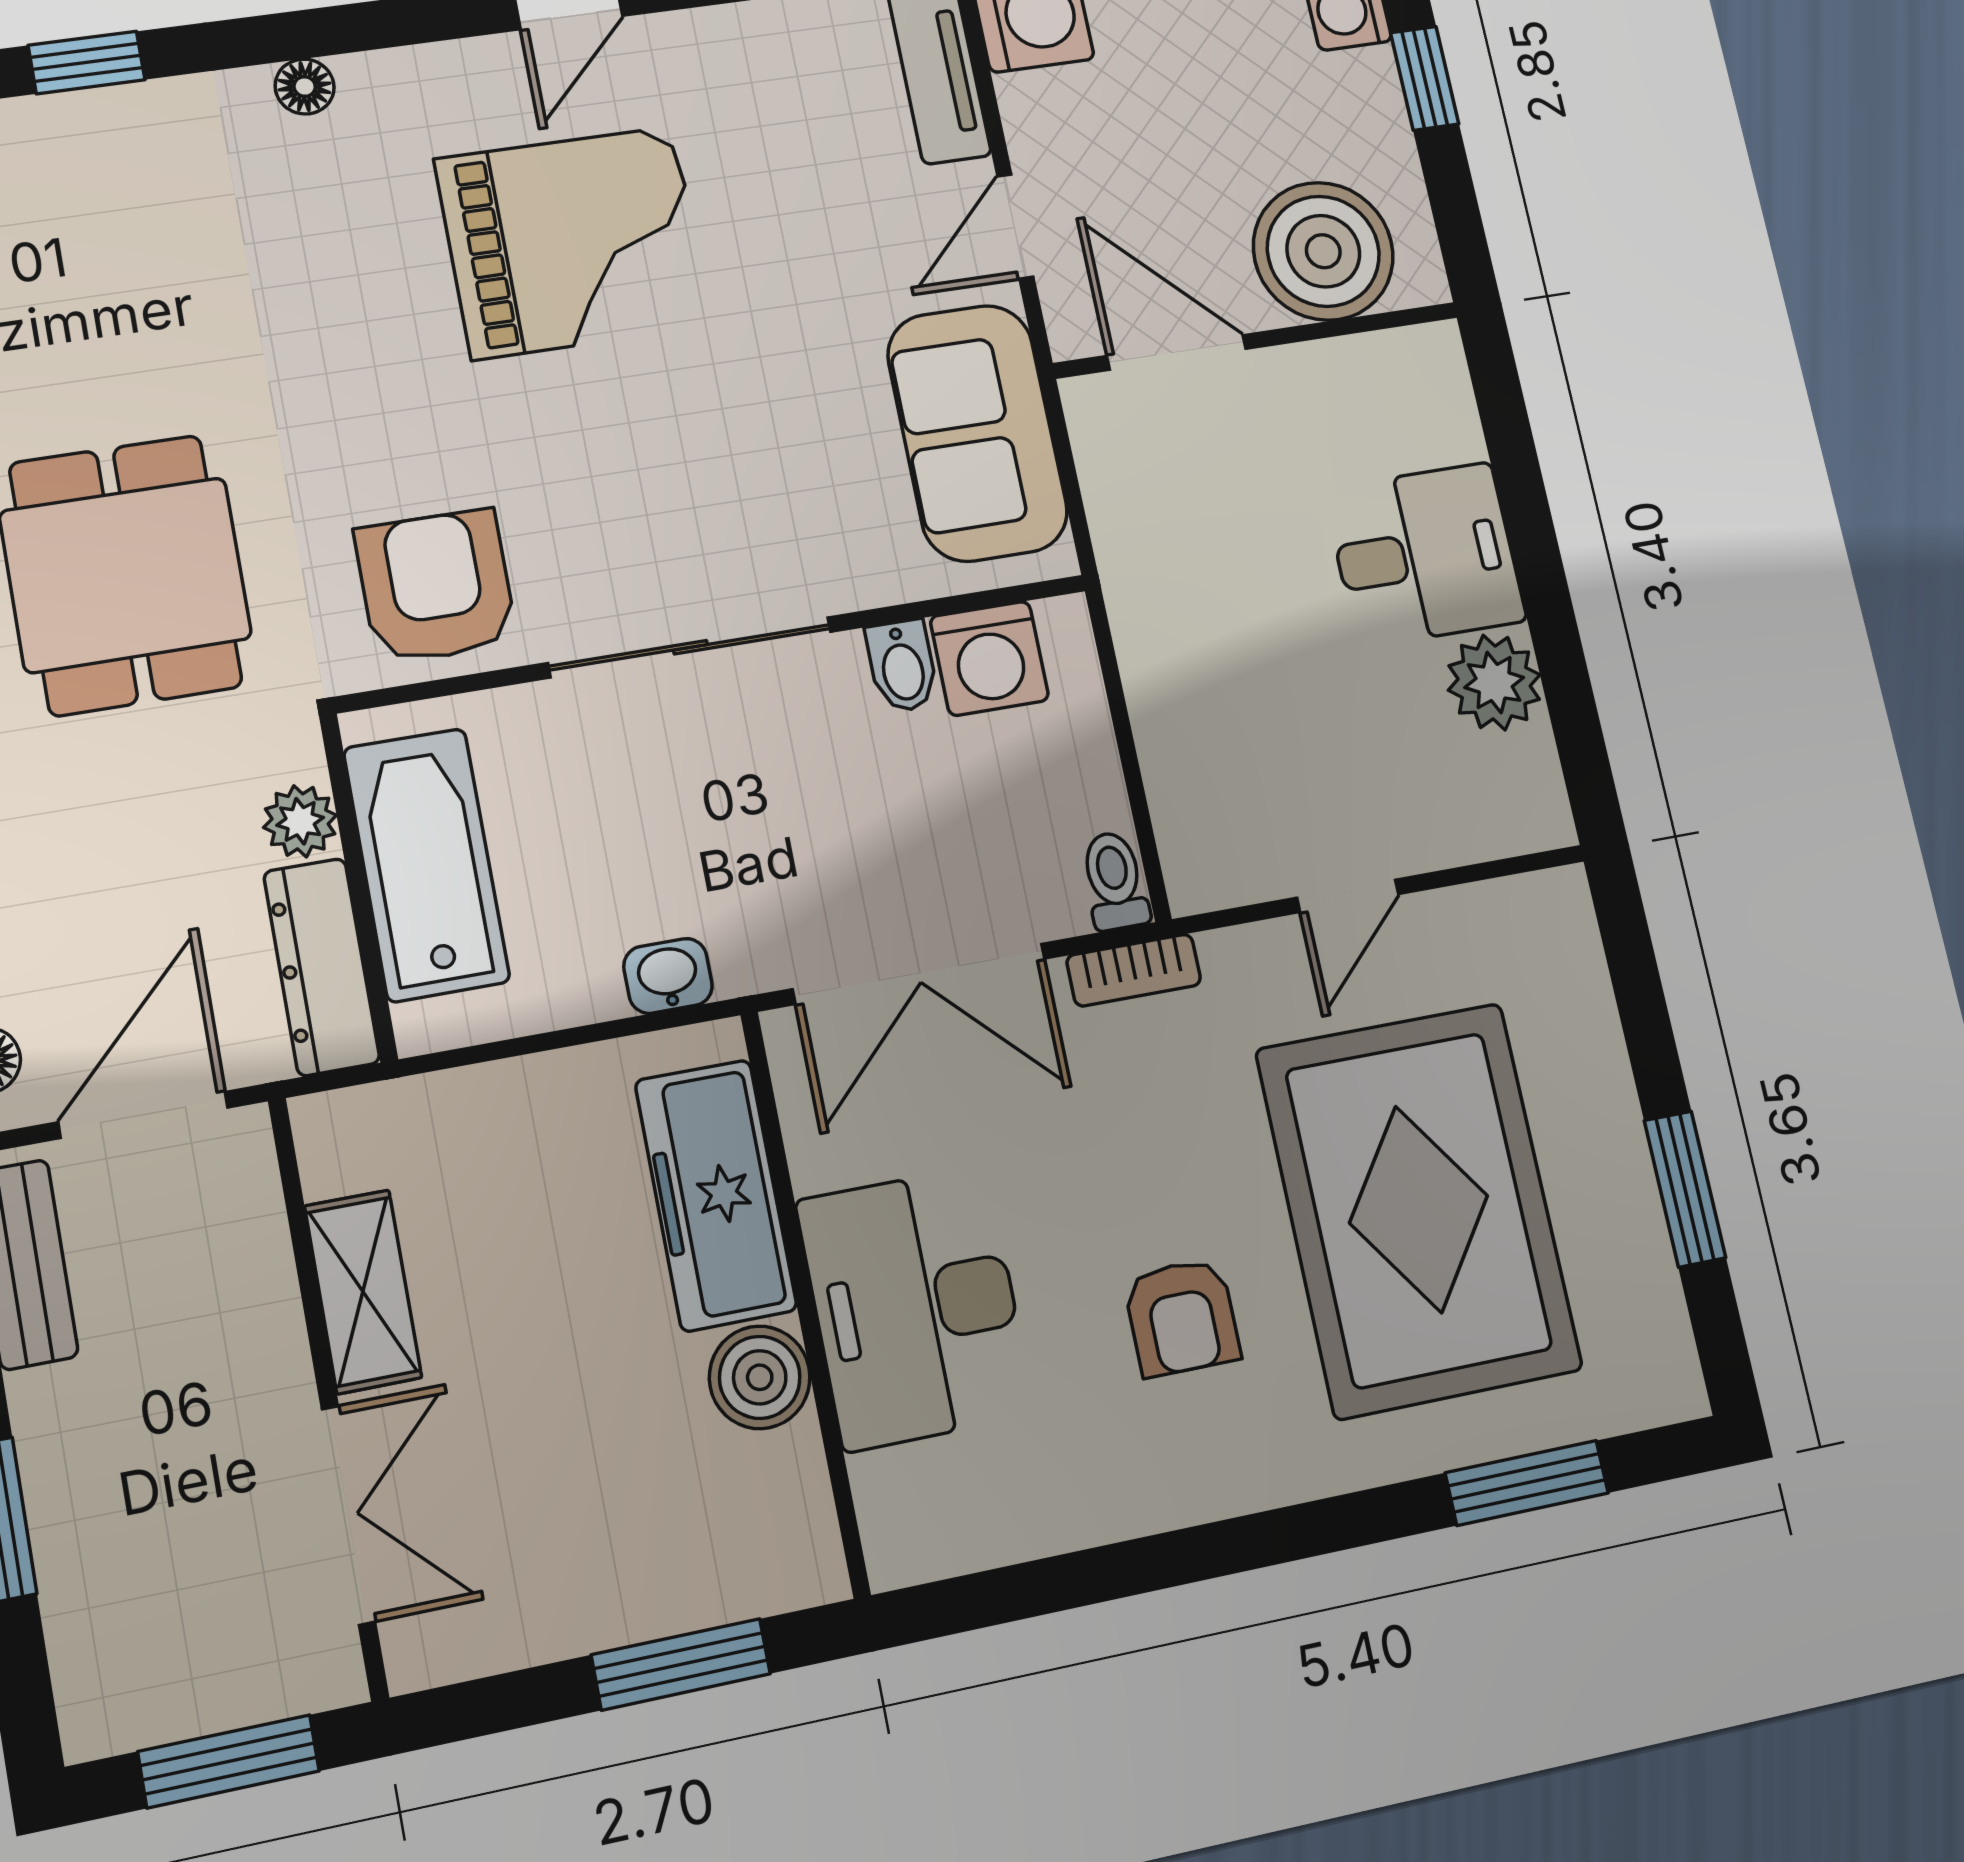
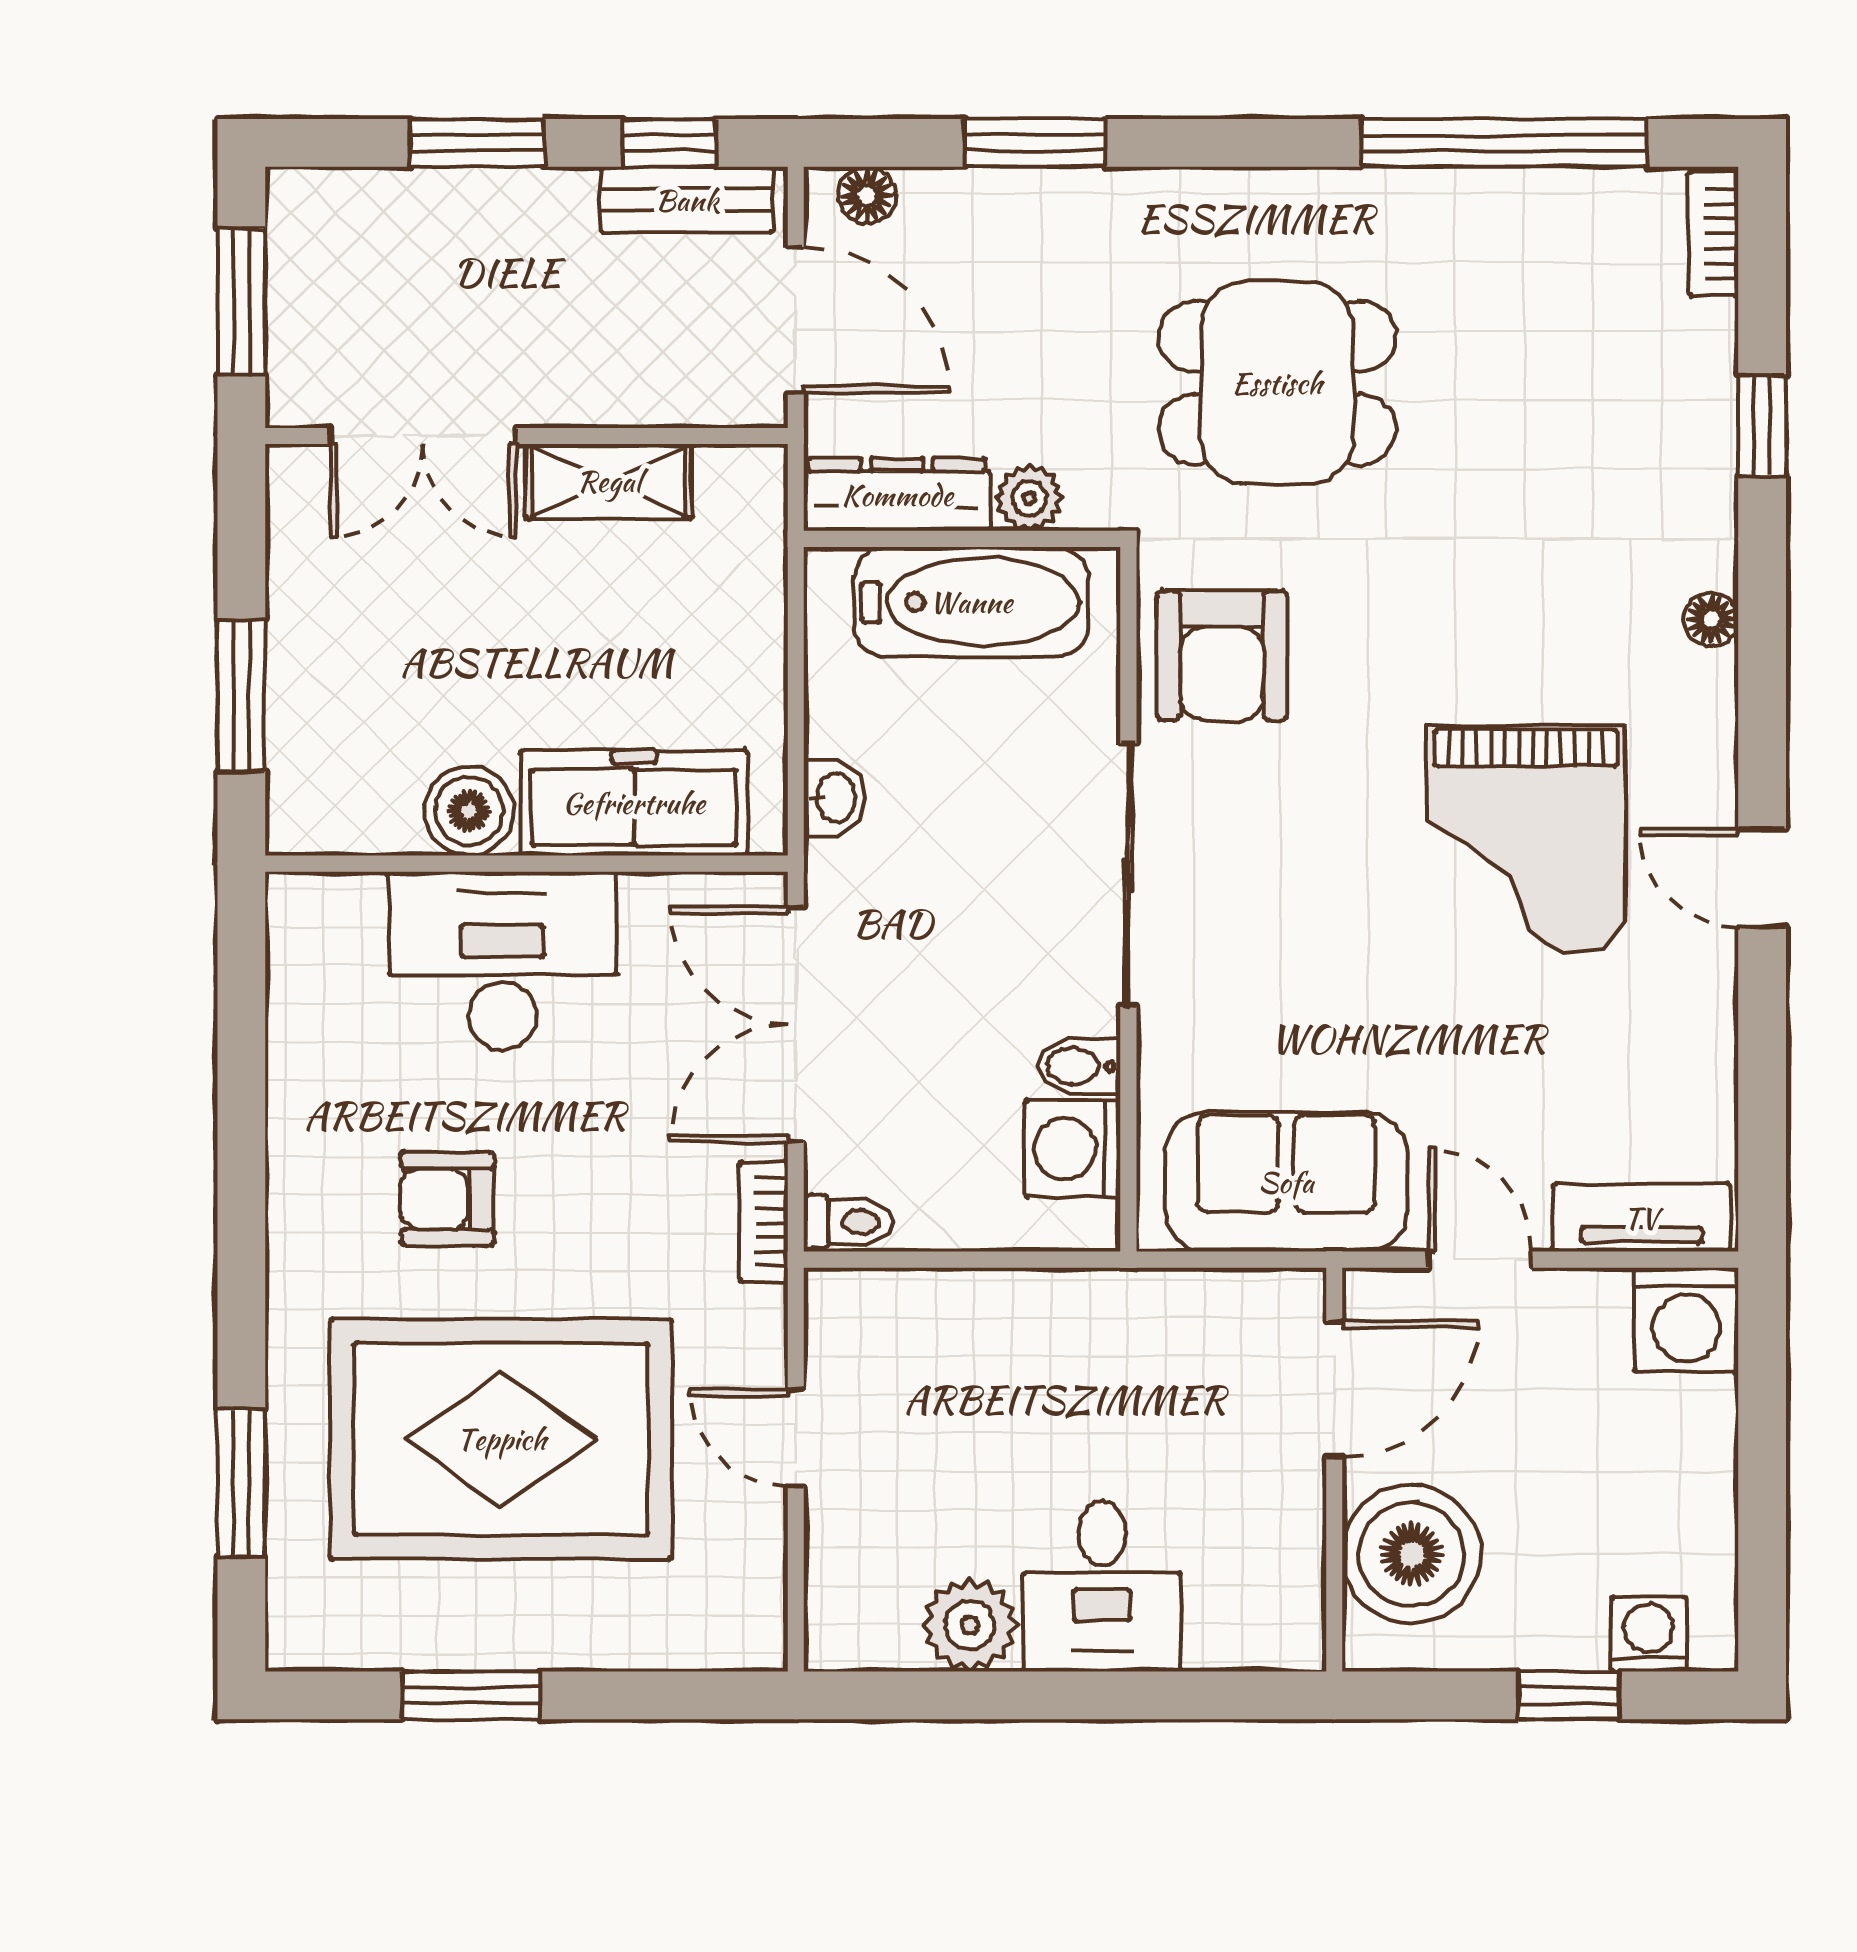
armchair: (436, 586) -> (1222, 656), turned 90

